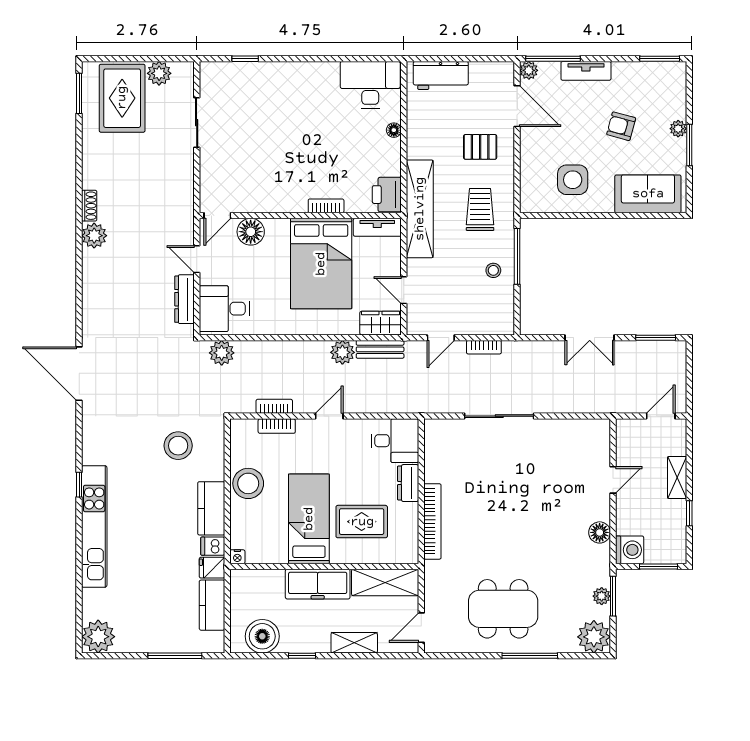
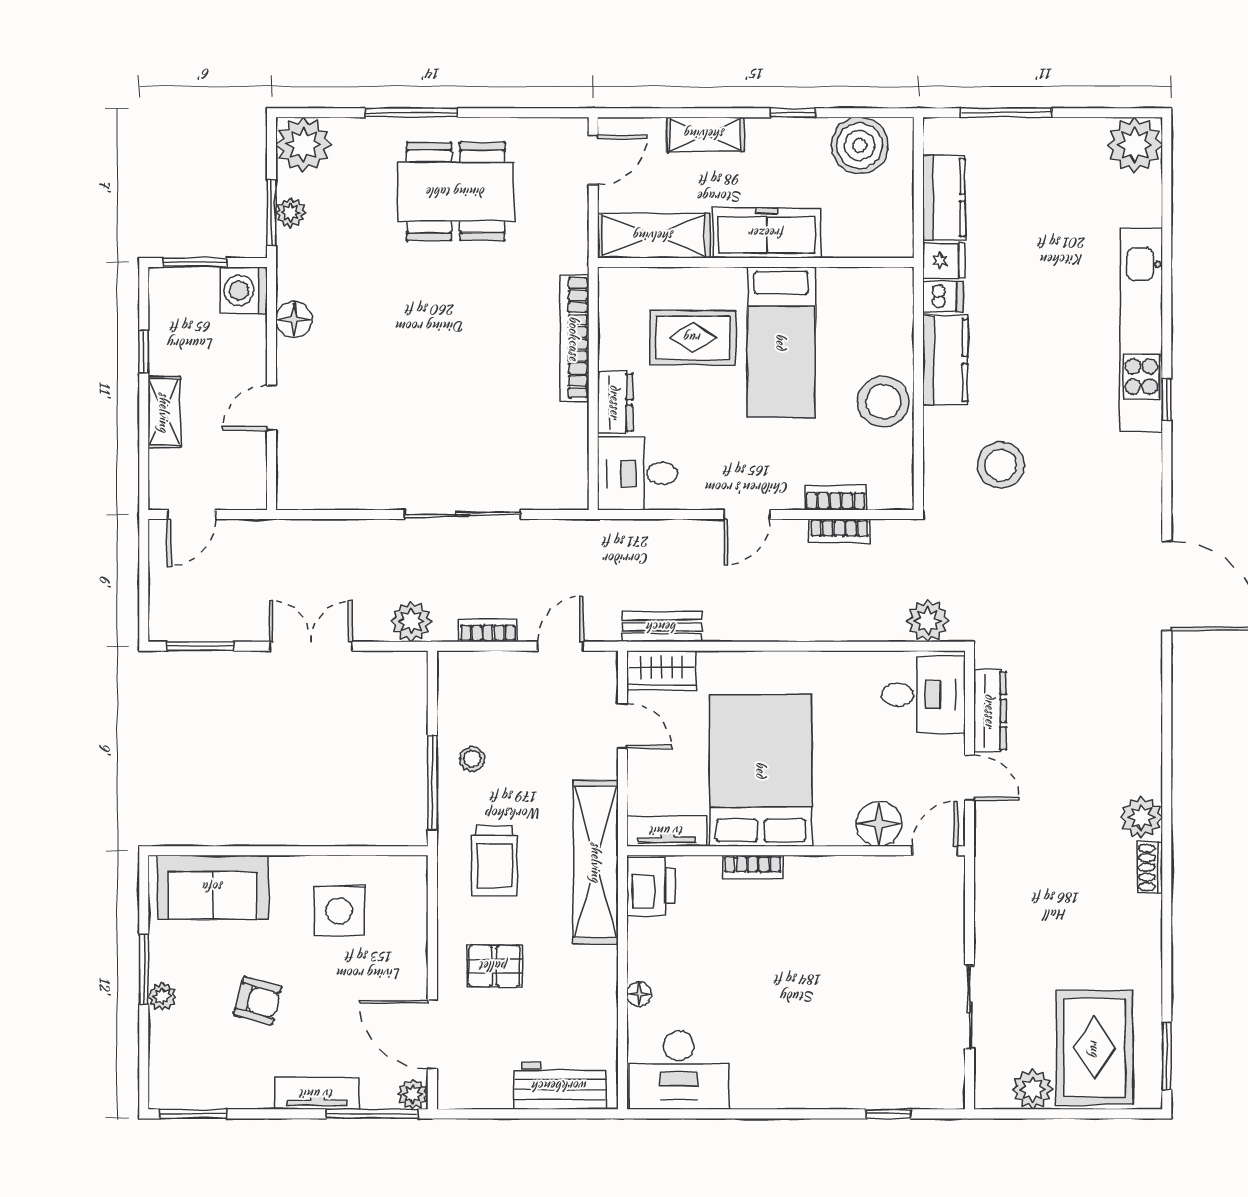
plant: (342, 352) -> (411, 621), moved
nightstand: (237, 557) -> (901, 279), removed

